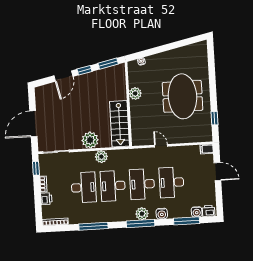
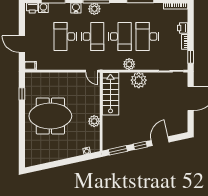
meeting table: (183, 96) -> (50, 116), turned 90
door: (161, 146) -> (92, 71), moved
desk: (172, 182) -> (65, 36), turned 180

